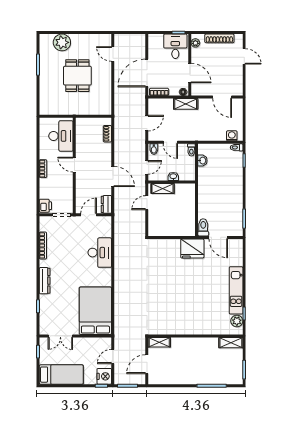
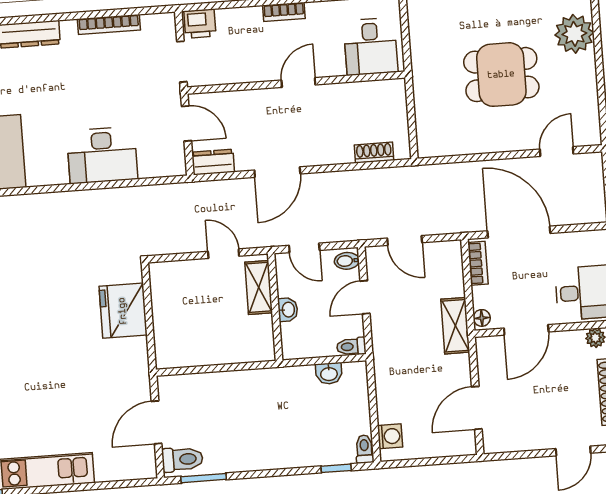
desk: (61, 136) -> (371, 46), width x0.73
toilet: (203, 227) -> (182, 459), moved
fridge: (192, 248) -> (123, 311), moved

